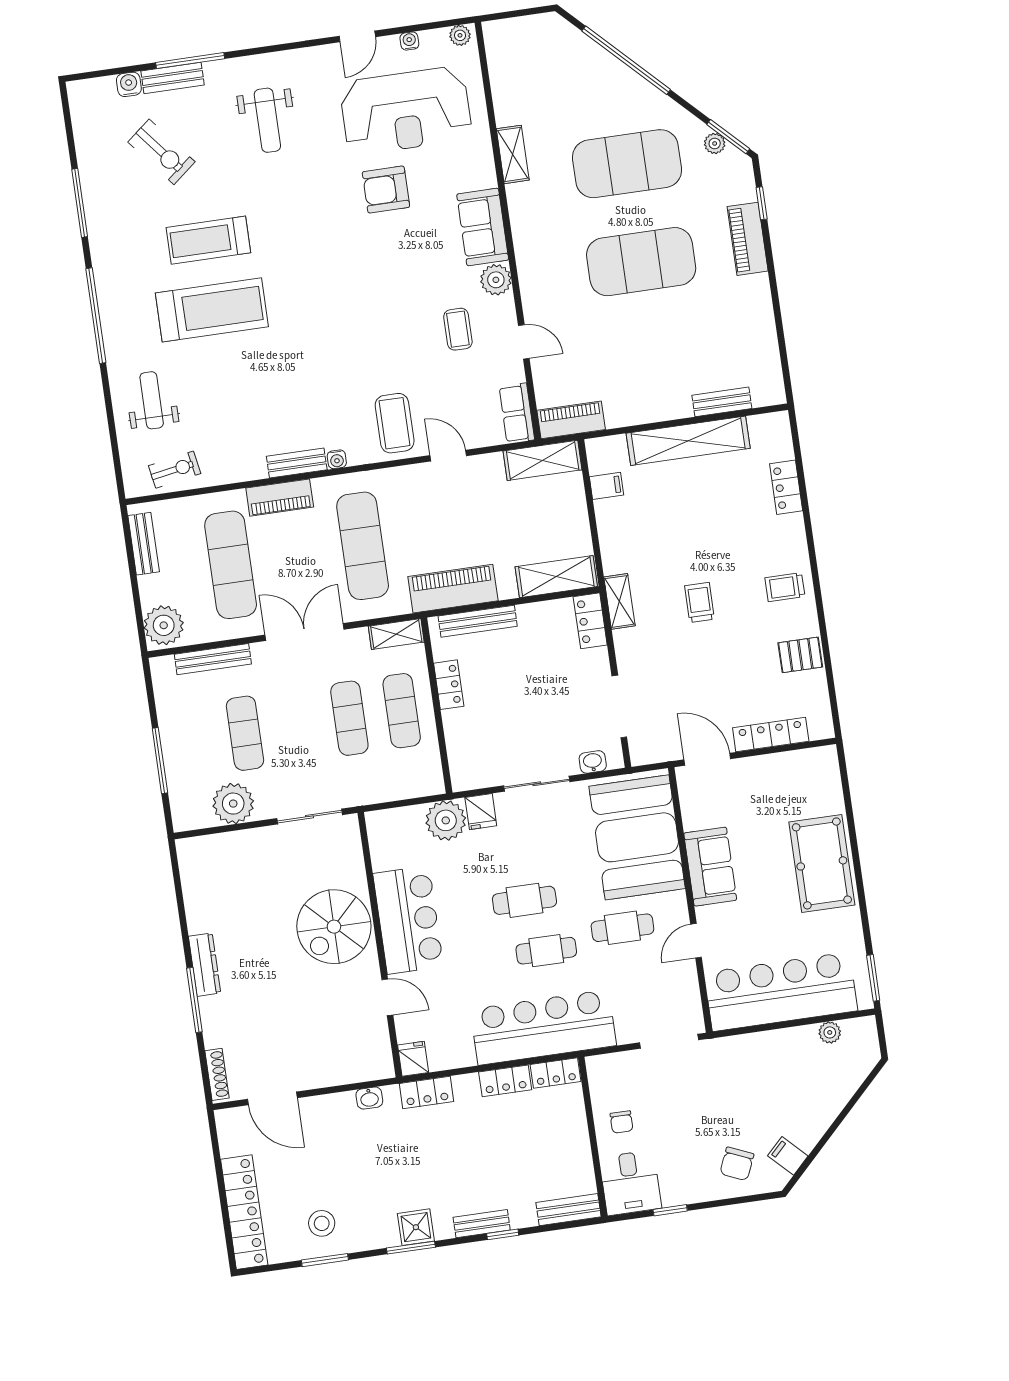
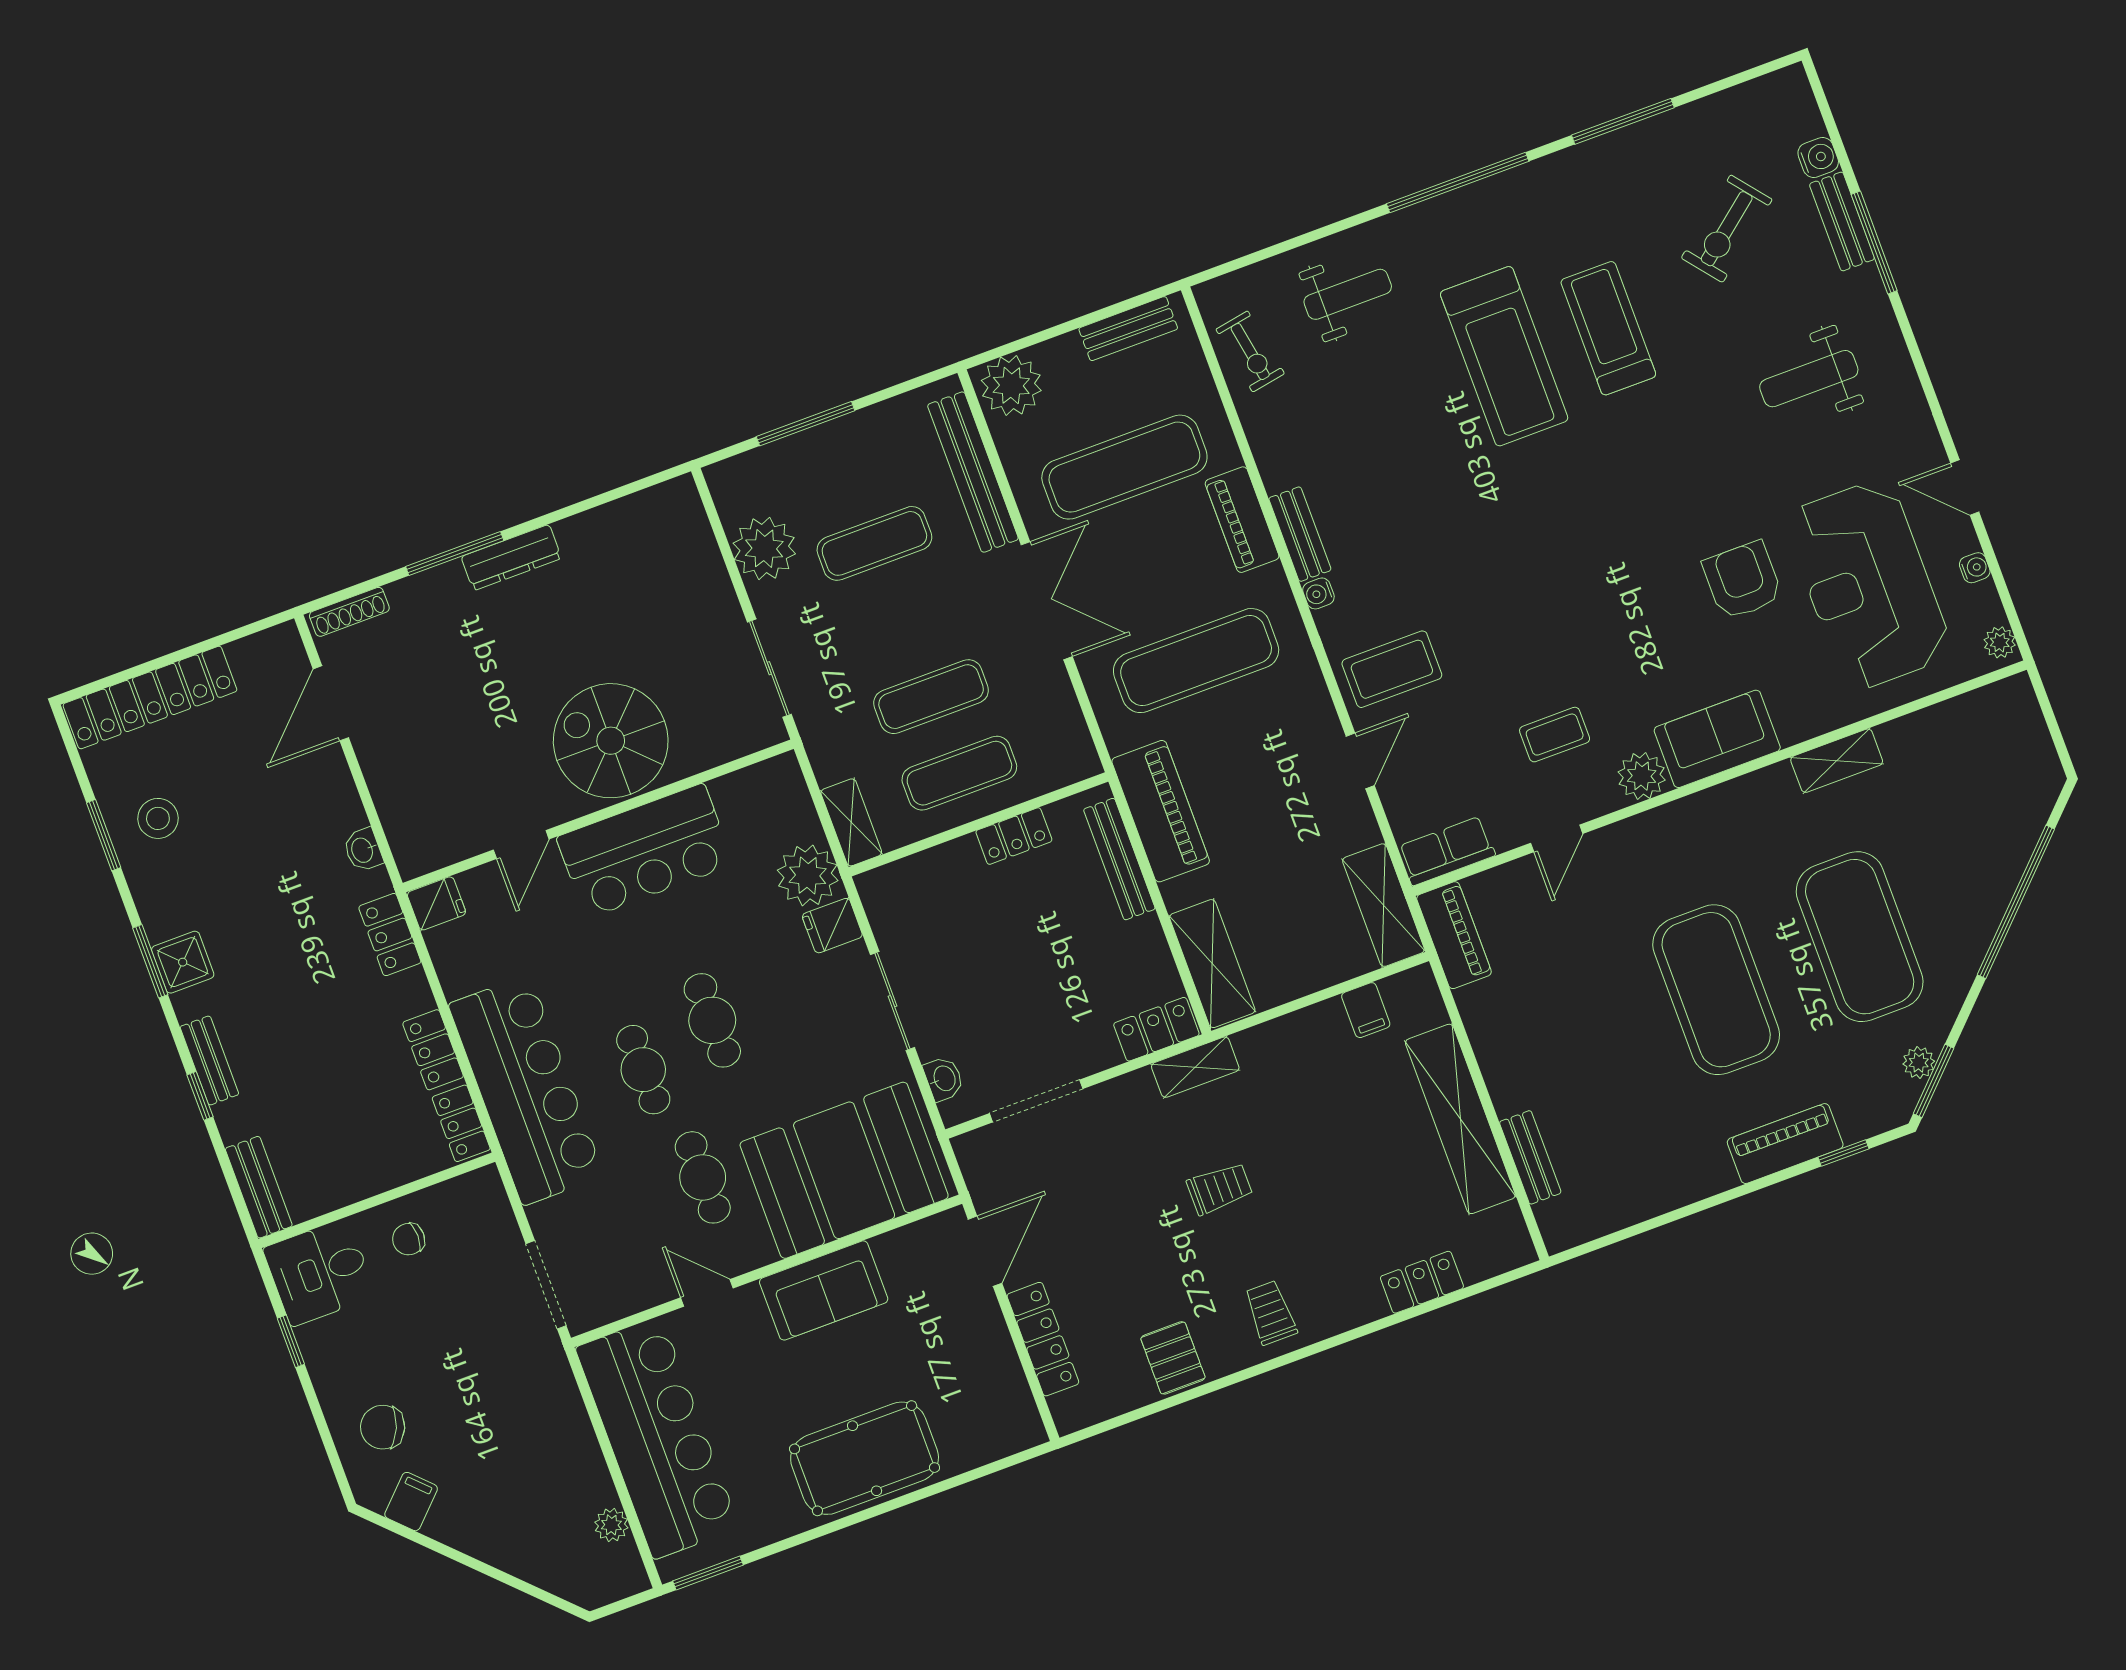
shelving: (396, 634) -> (851, 822), moved
bench: (213, 659) -> (973, 472), width x1.37, depth x1.21

